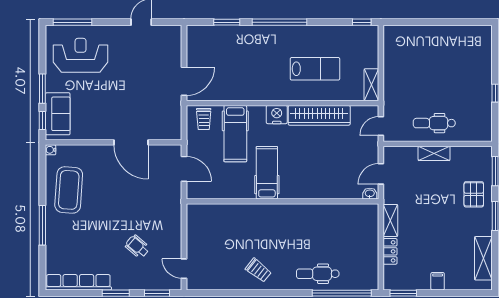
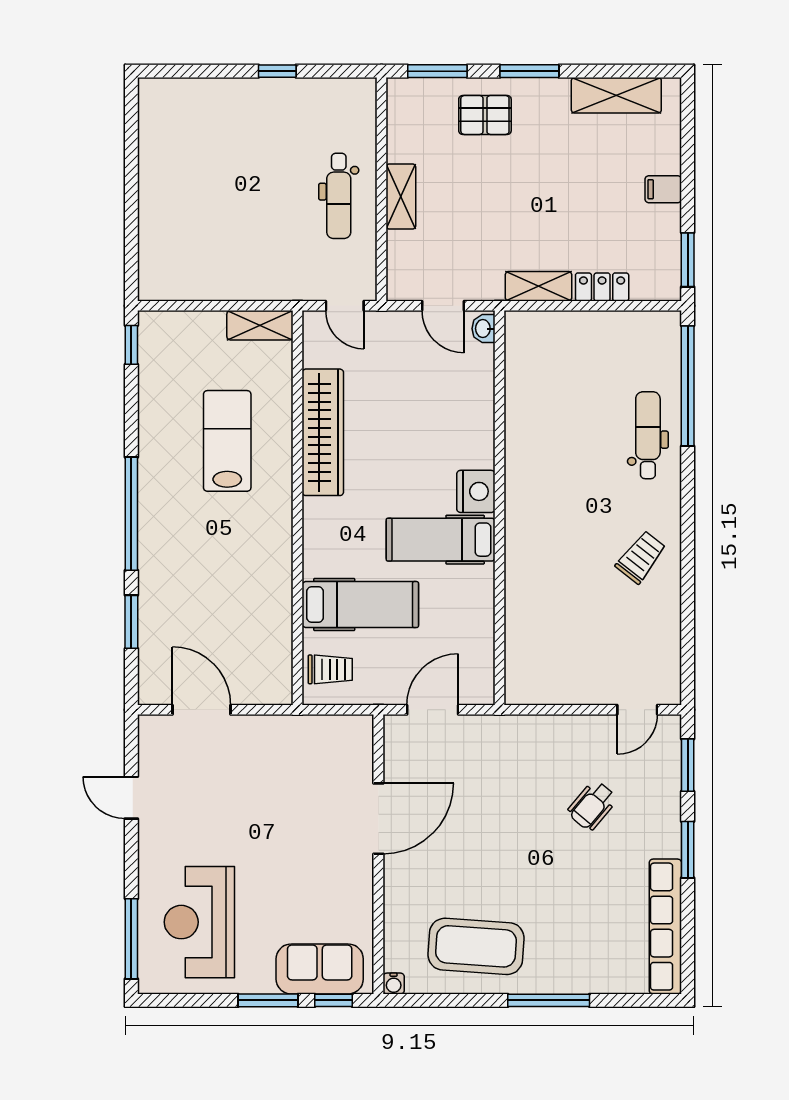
door: (184, 81) -> (202, 710), moved
nightstand: (277, 115) -> (476, 491), moved, turned 180
dental chair: (318, 274) -> (648, 435), turned 180

